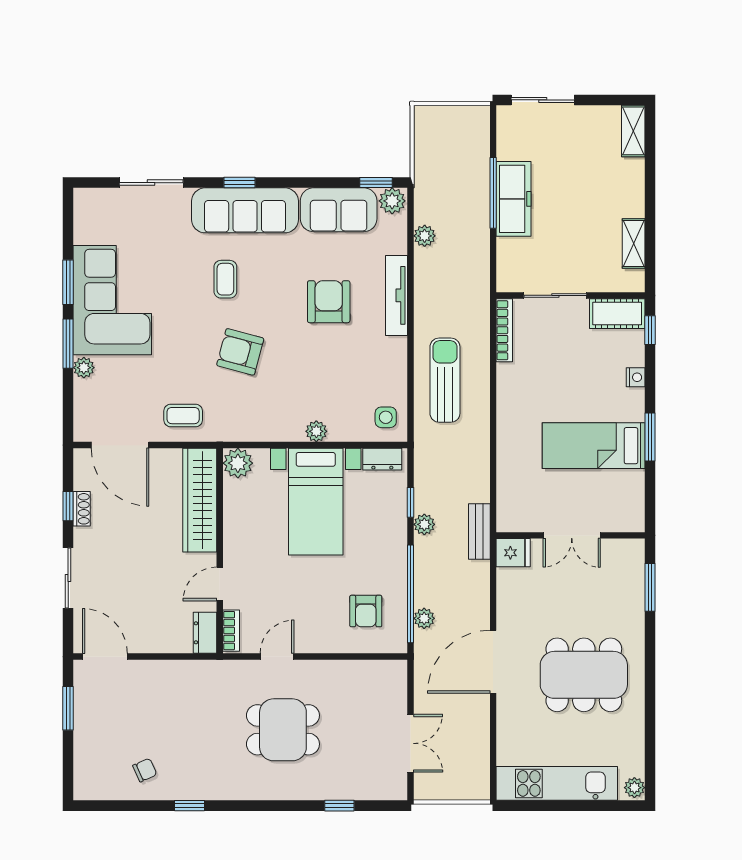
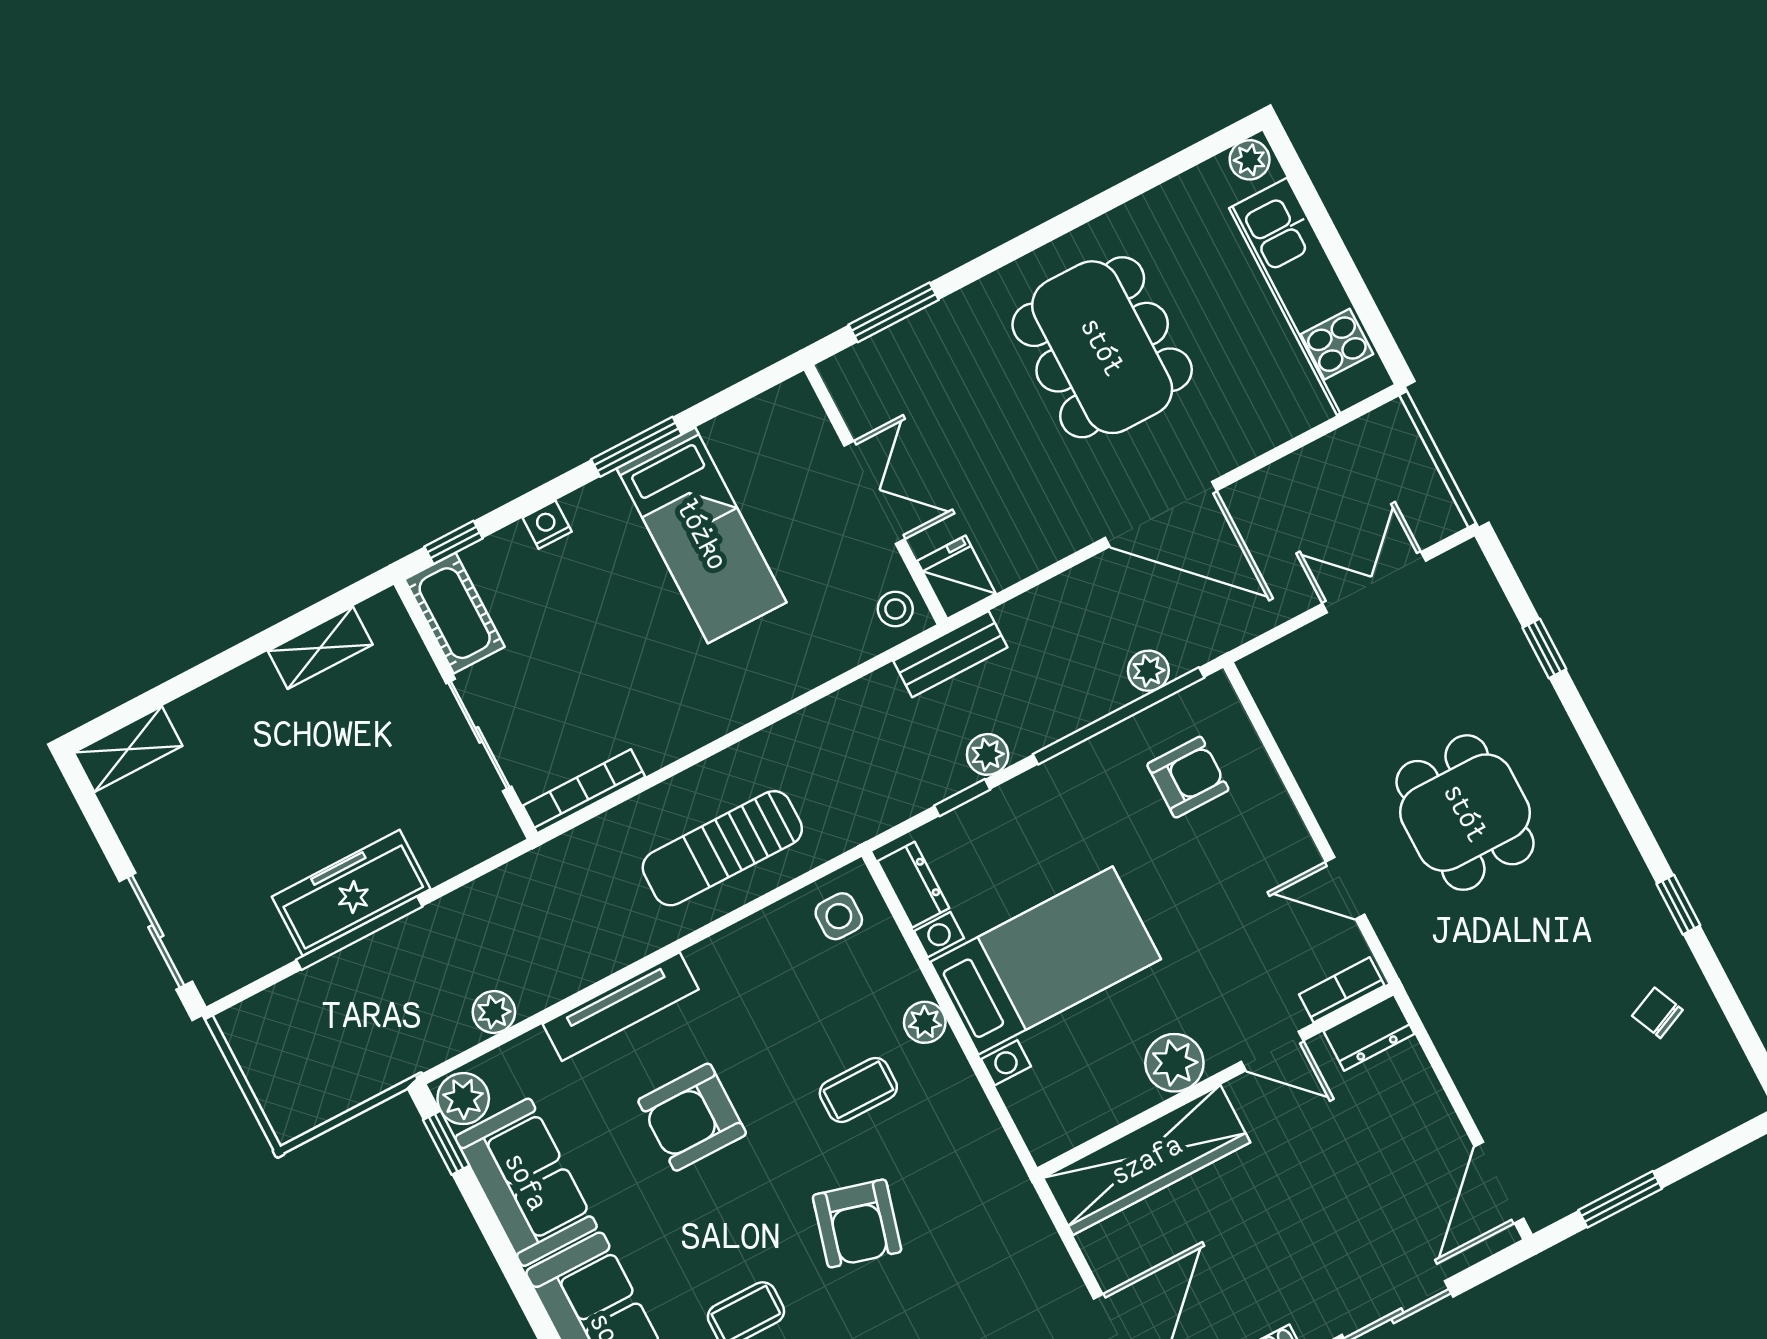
coffee table: (183, 416) -> (858, 1090), moved, turned 90
plant: (238, 463) -> (1174, 1063), moved
stool: (513, 517) -> (895, 609), added

